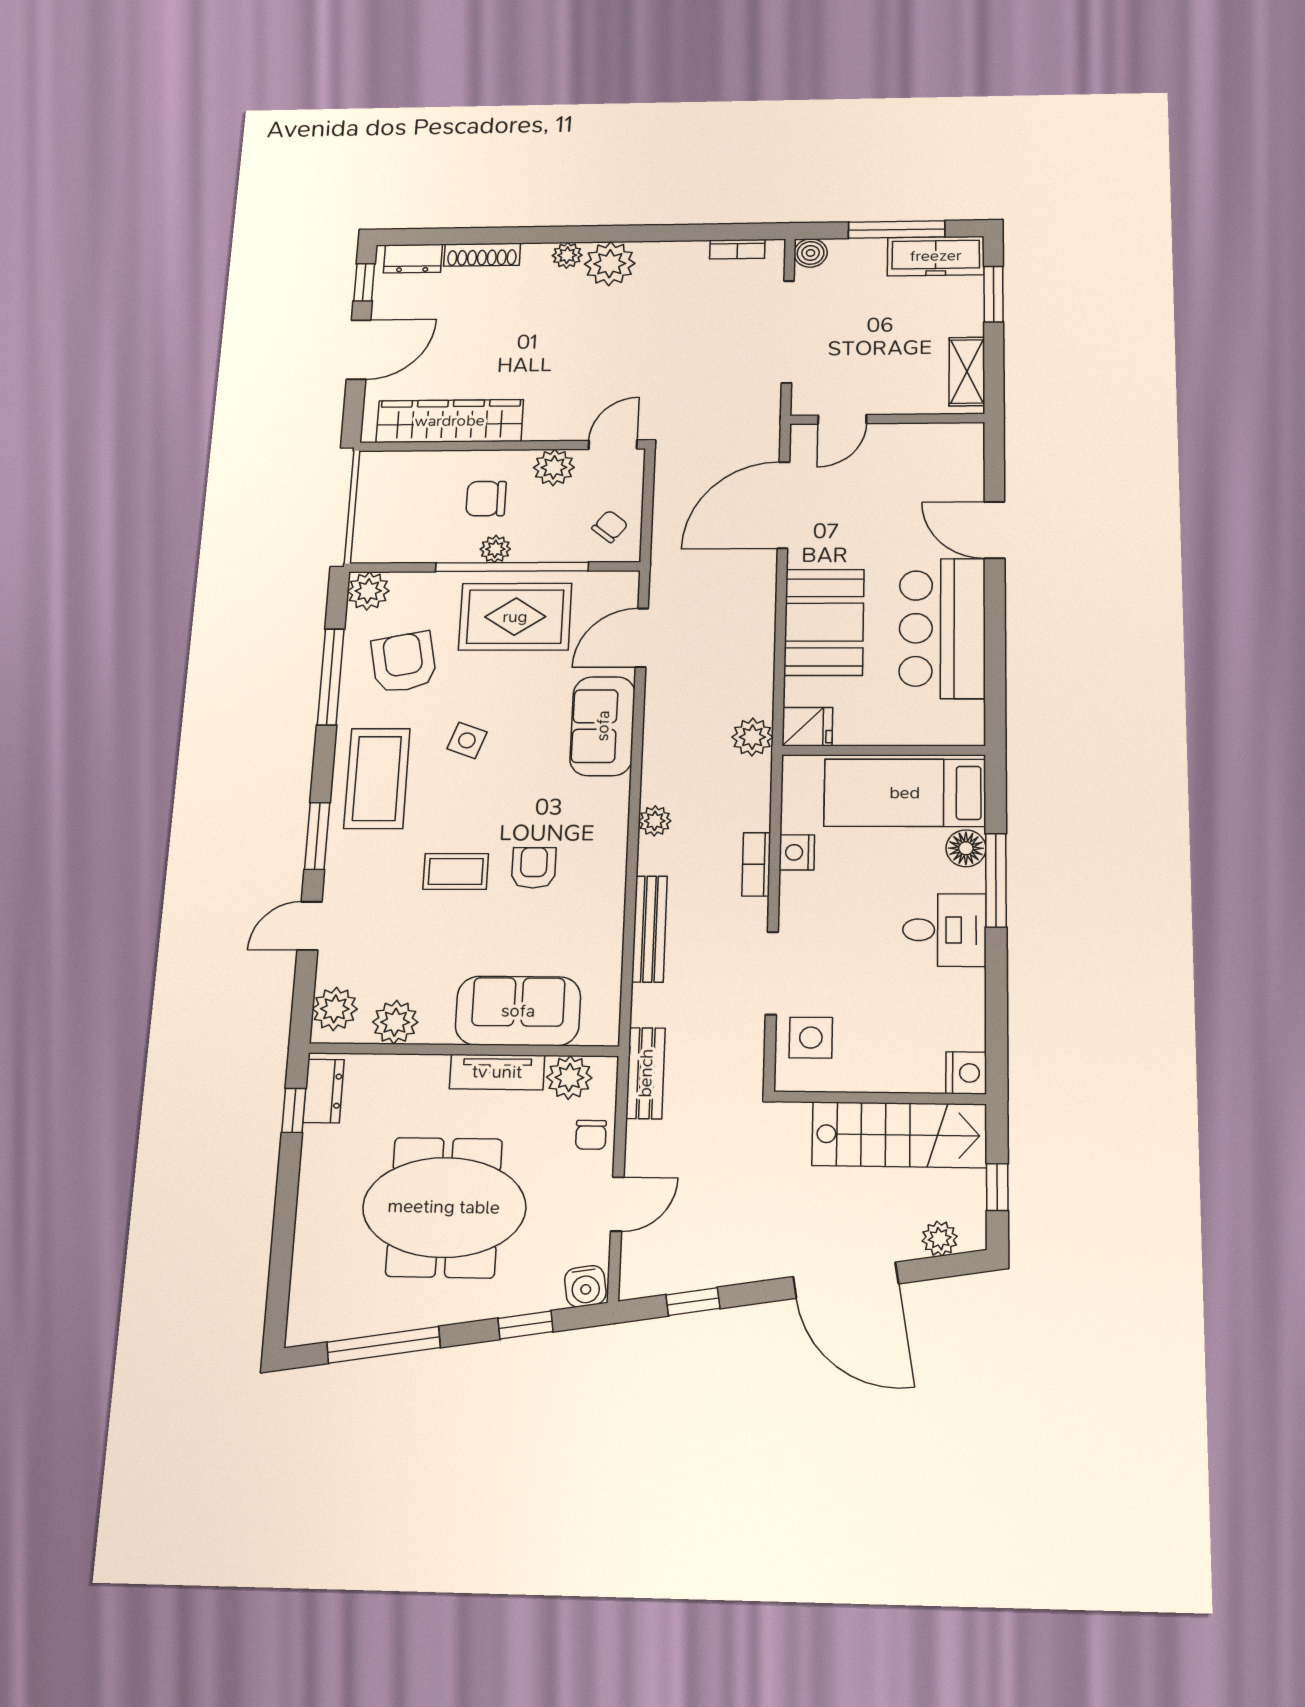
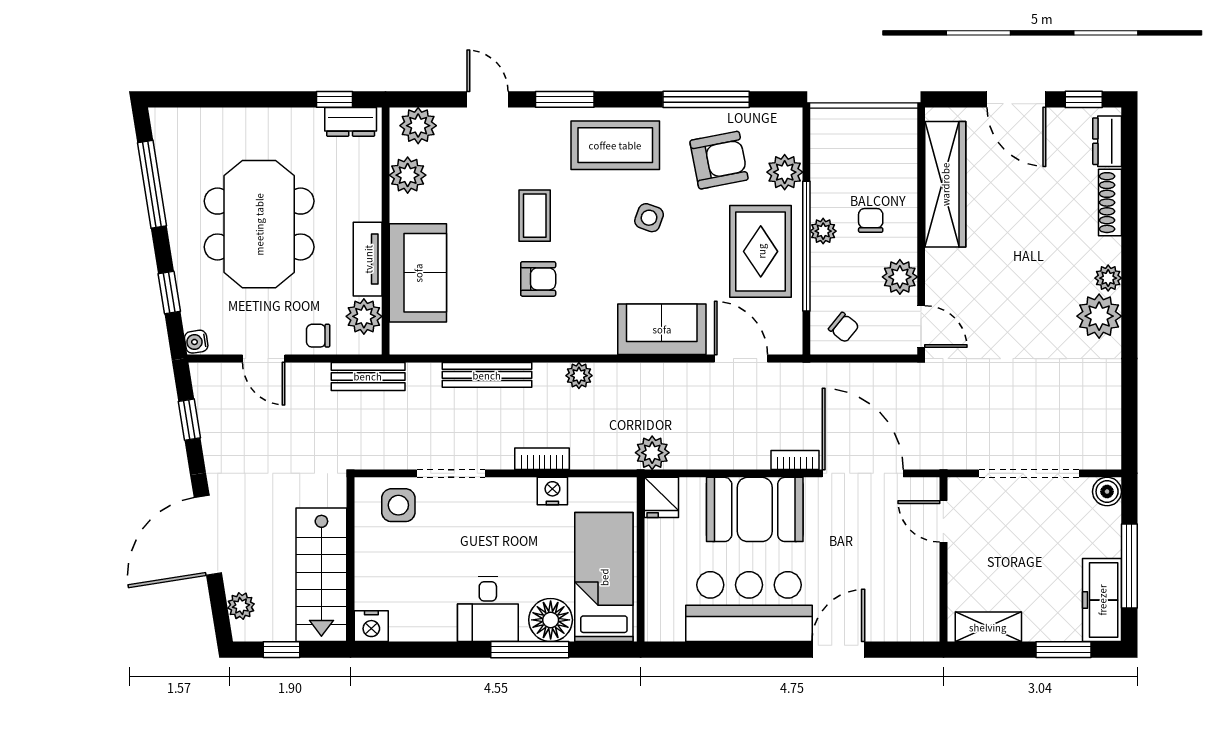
bookcase: (737, 249) -> (795, 460), moved, turned 90
chair: (486, 499) -> (871, 220), width x0.73, depth x0.73
plant: (368, 591) -> (785, 172), moved
floor lamp: (966, 848) -> (551, 620), width x1.38, depth x1.38
water cooler: (585, 1286) -> (196, 342), width x0.72, depth x0.72

